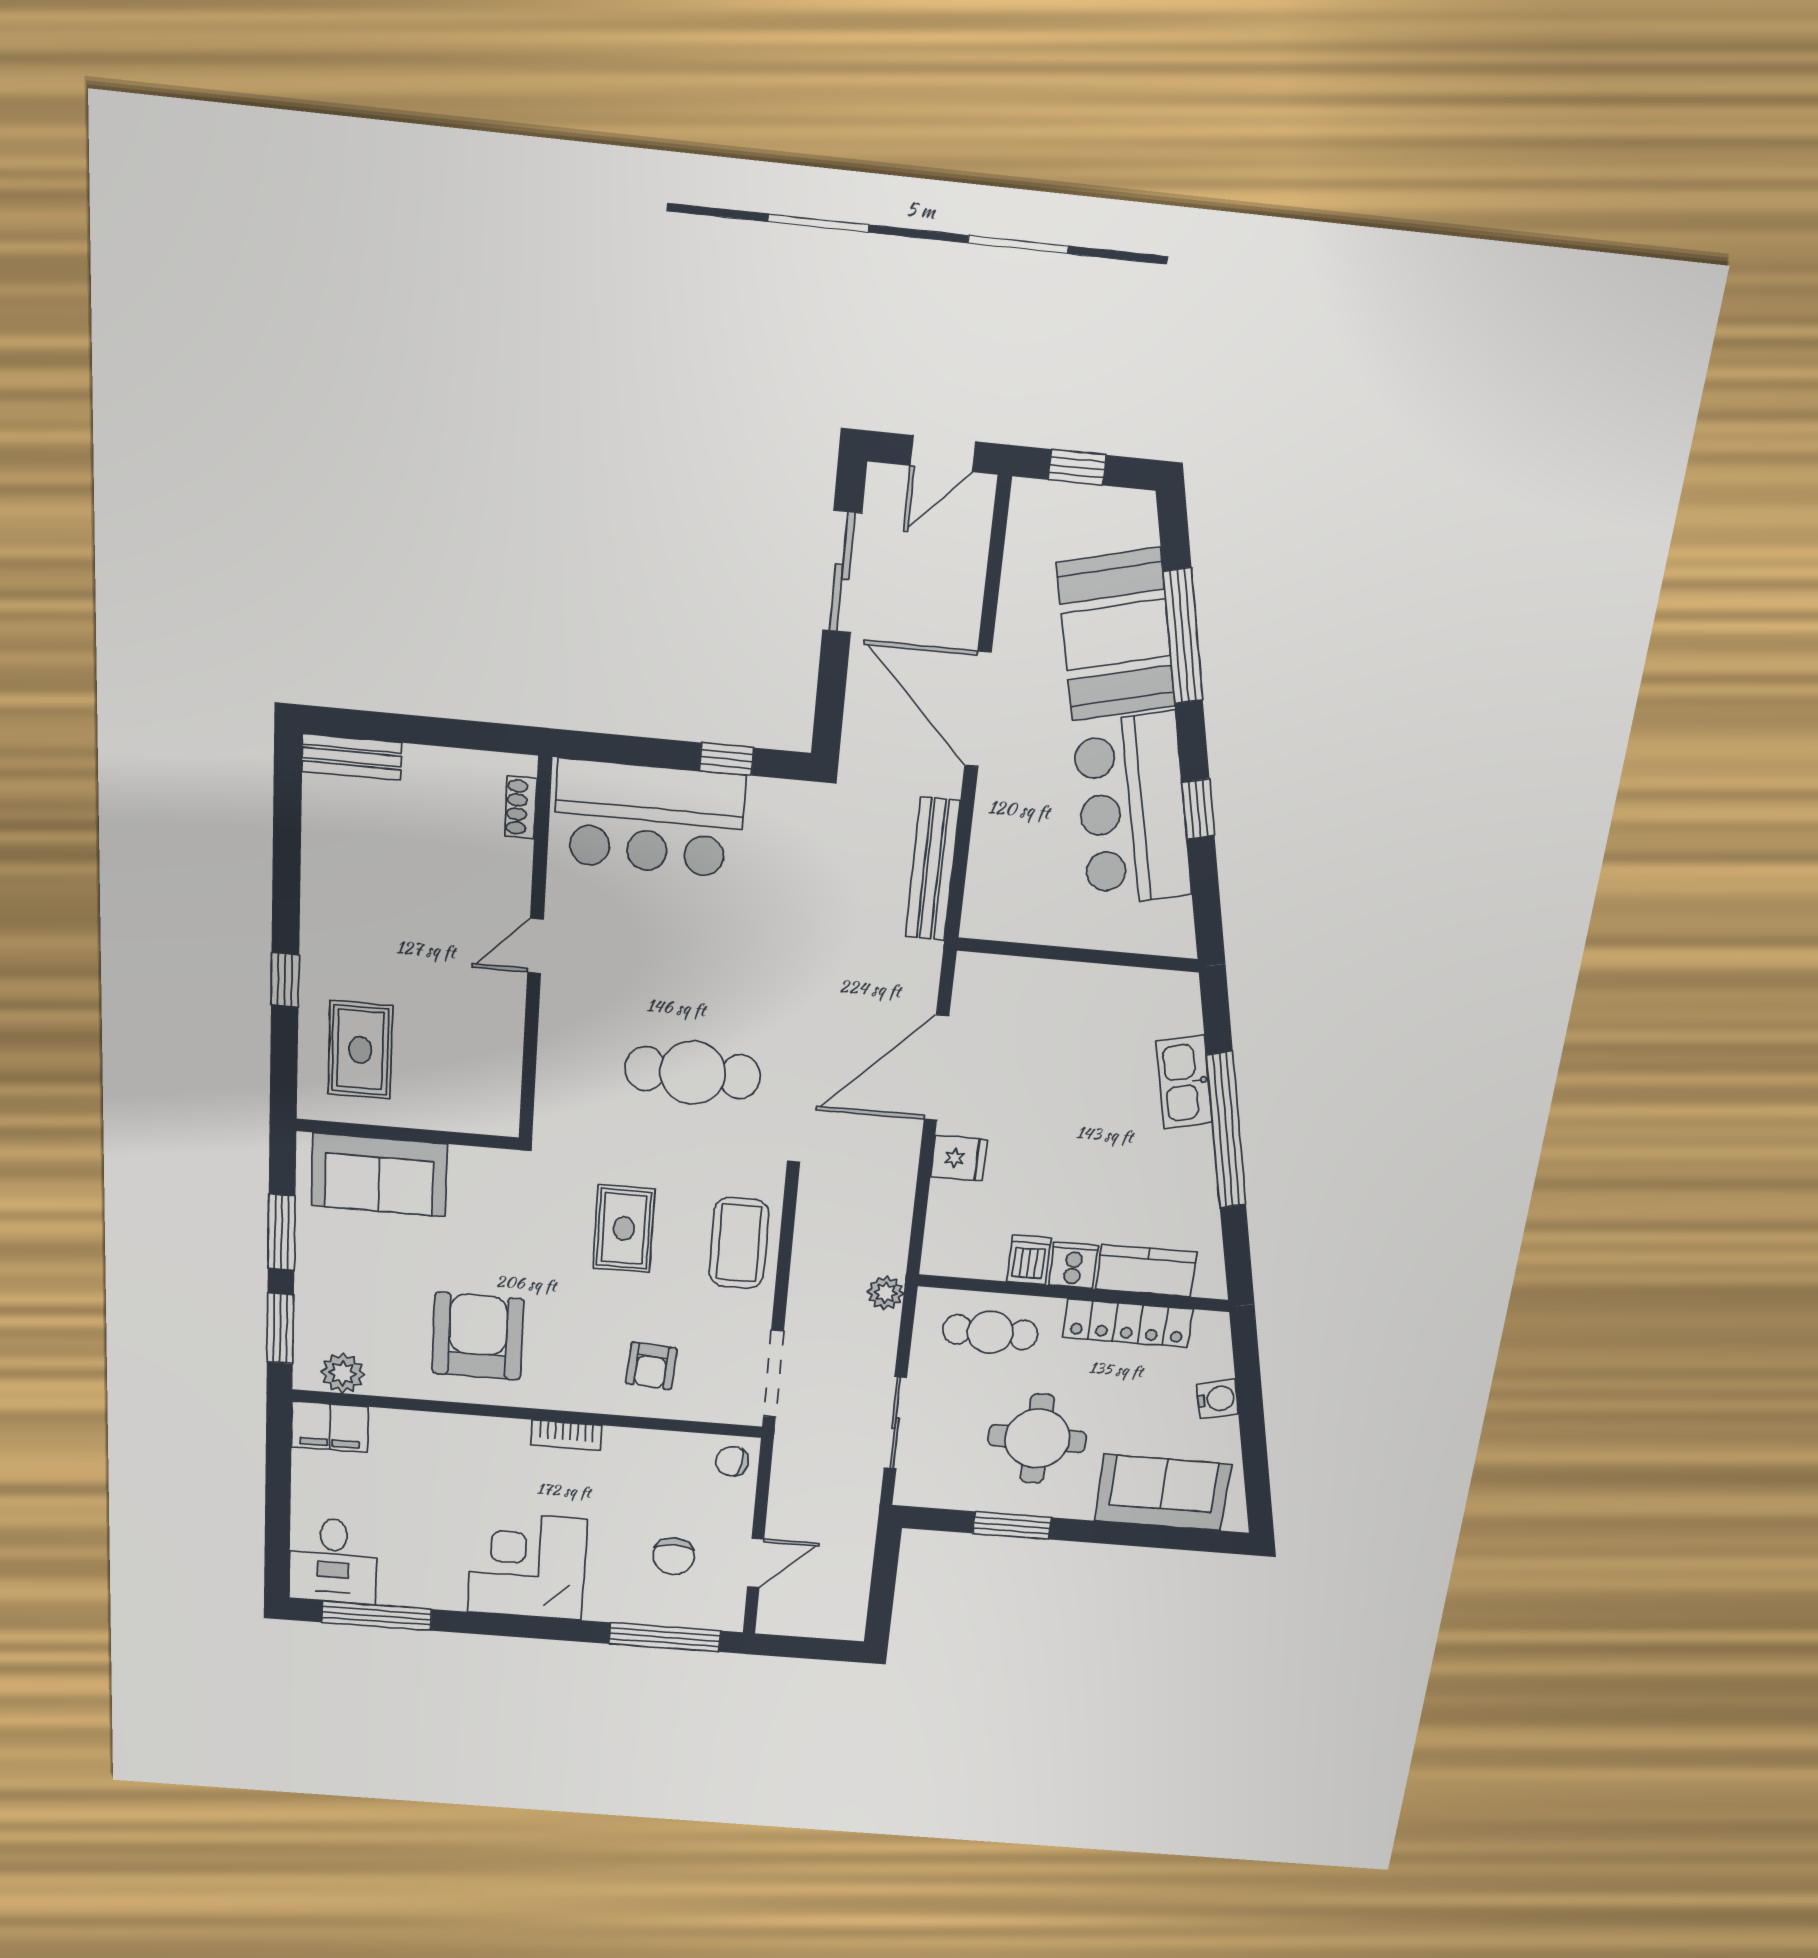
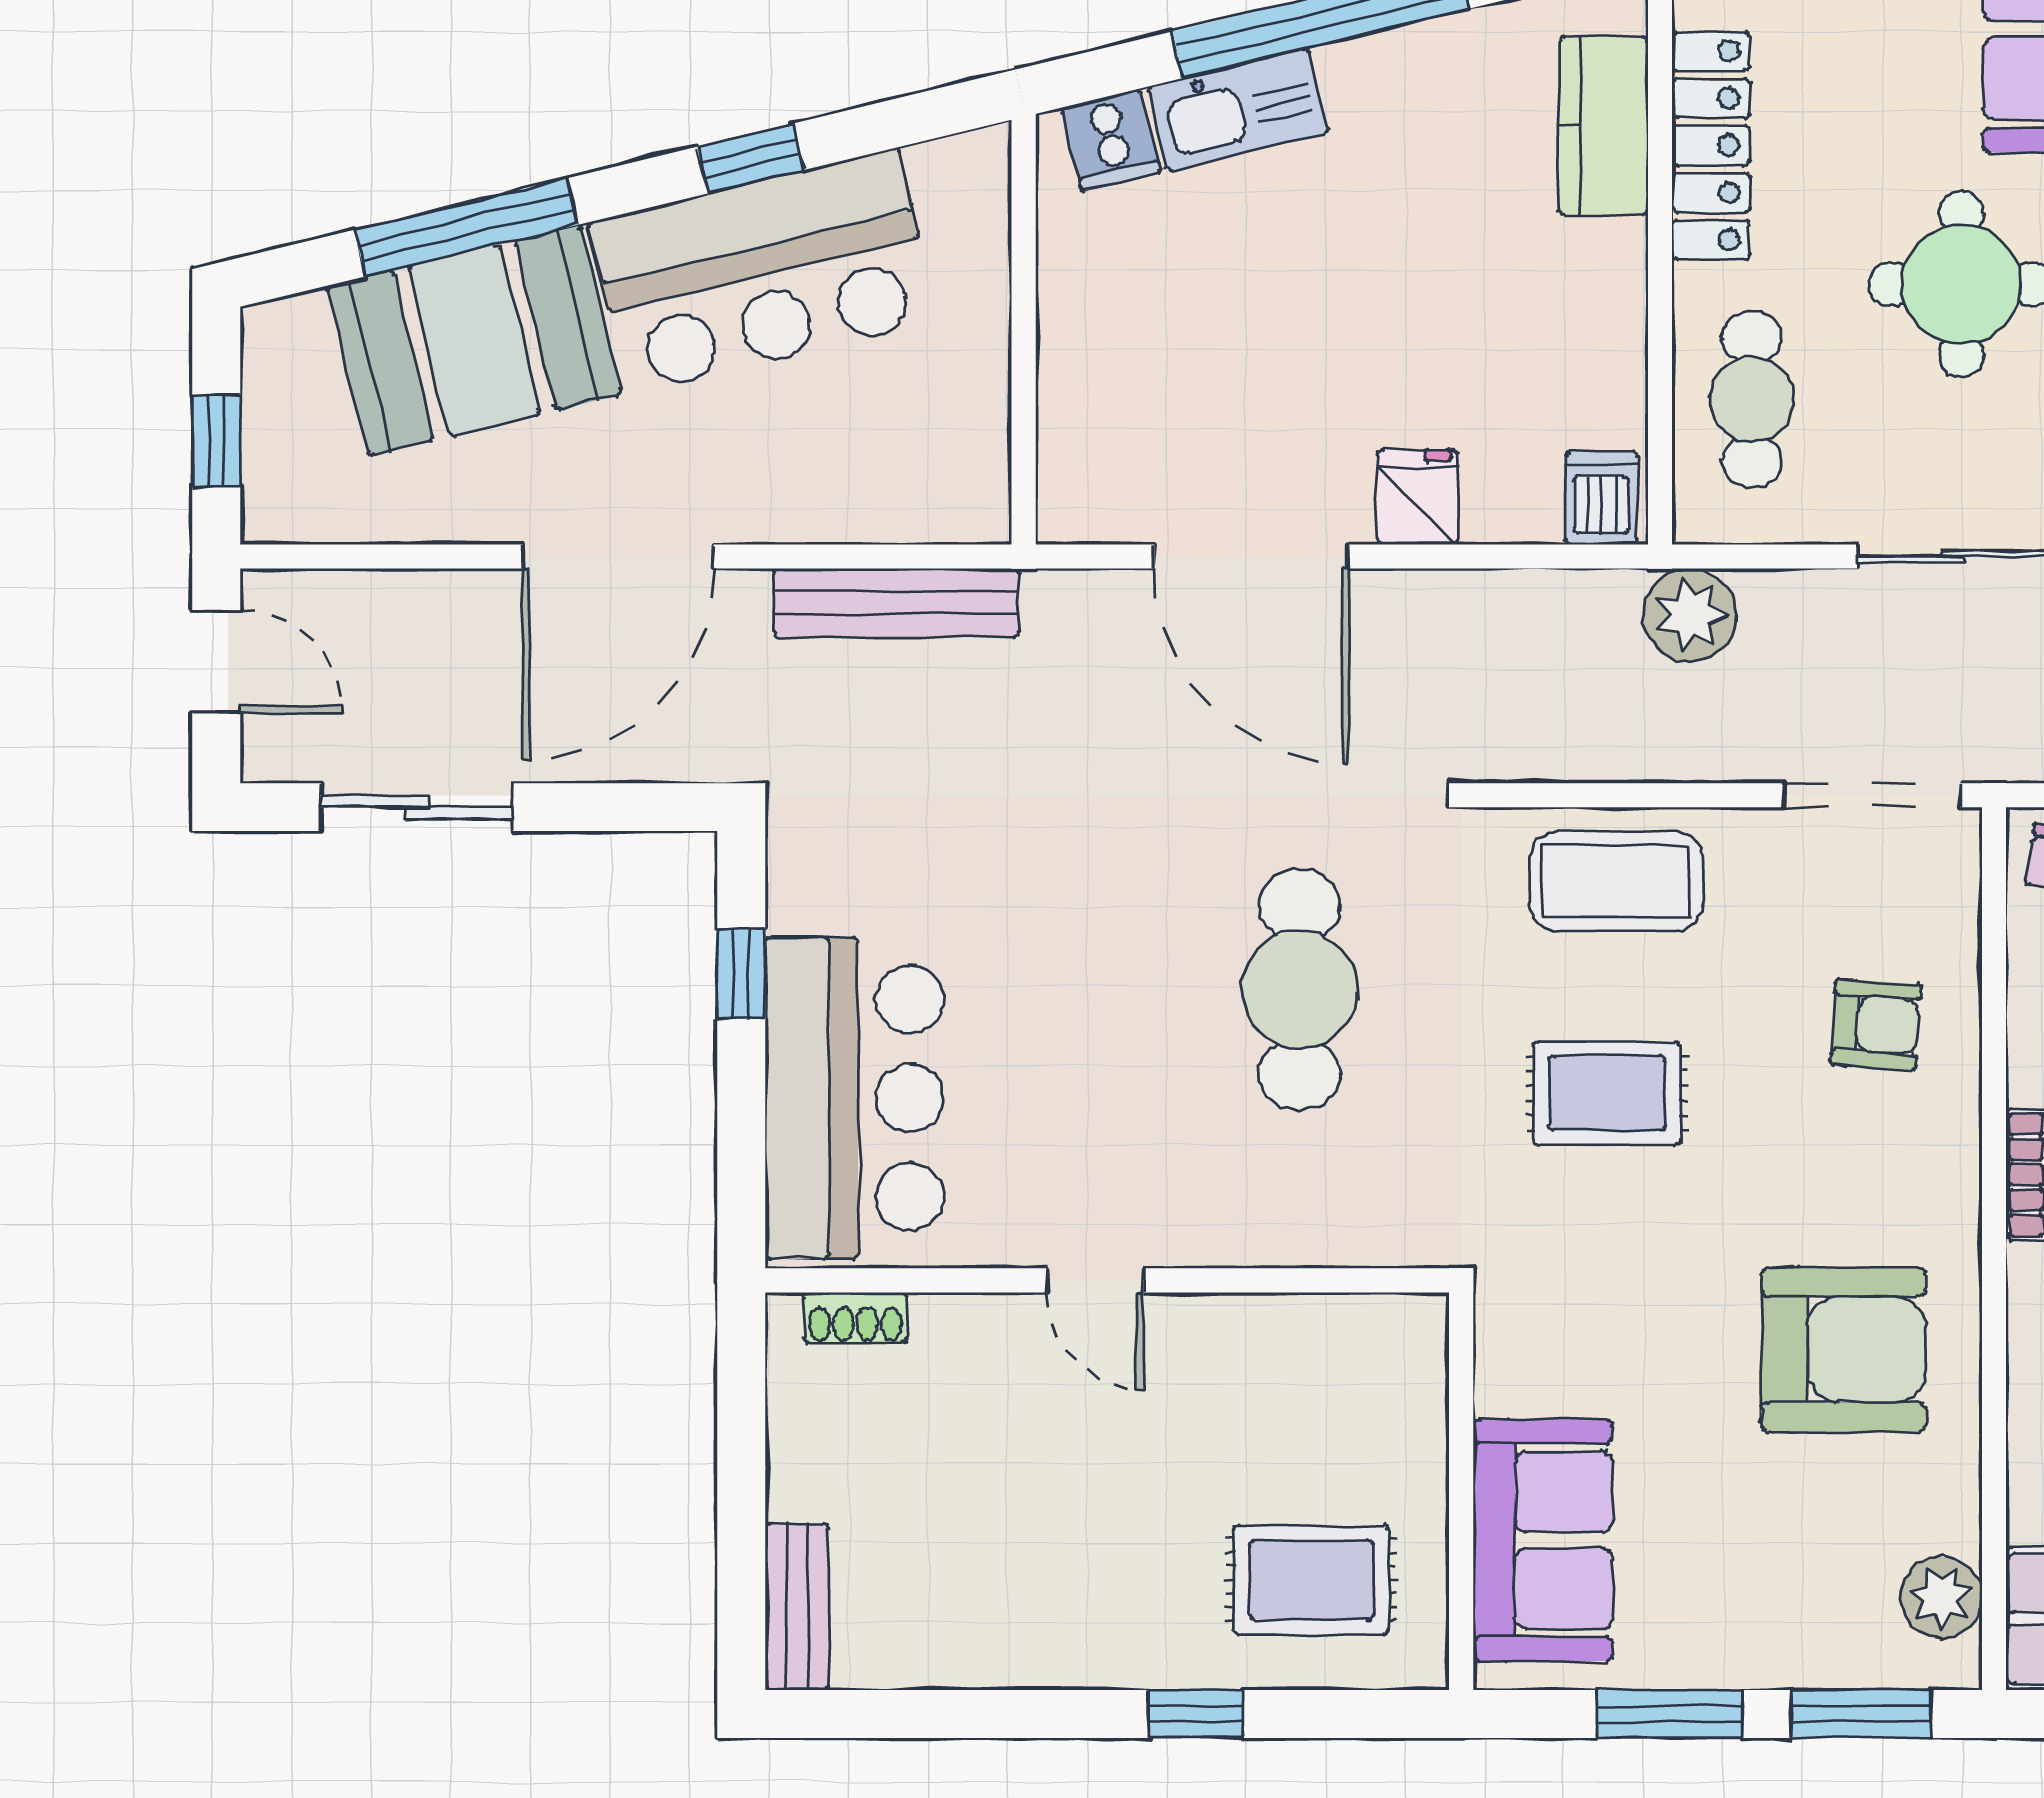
dishwasher: (1029, 1260) -> (1601, 498), moved, turned 90
cooker: (1073, 1265) -> (1111, 140), moved, turned -104
plant: (886, 1293) -> (1690, 615), width x1.38, depth x1.38
armchair: (478, 1336) -> (1844, 1349), turned 180

